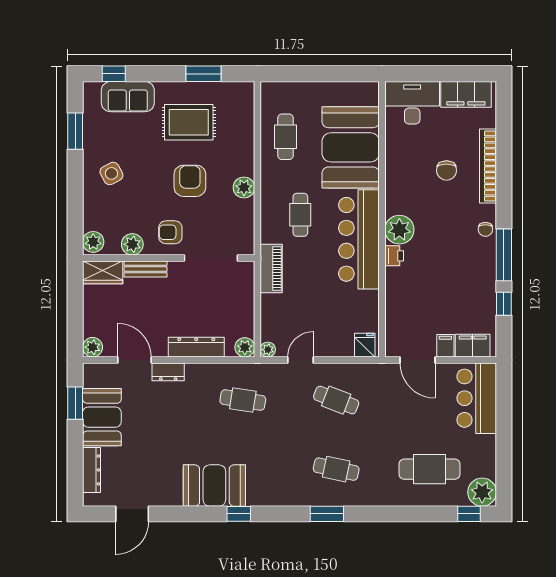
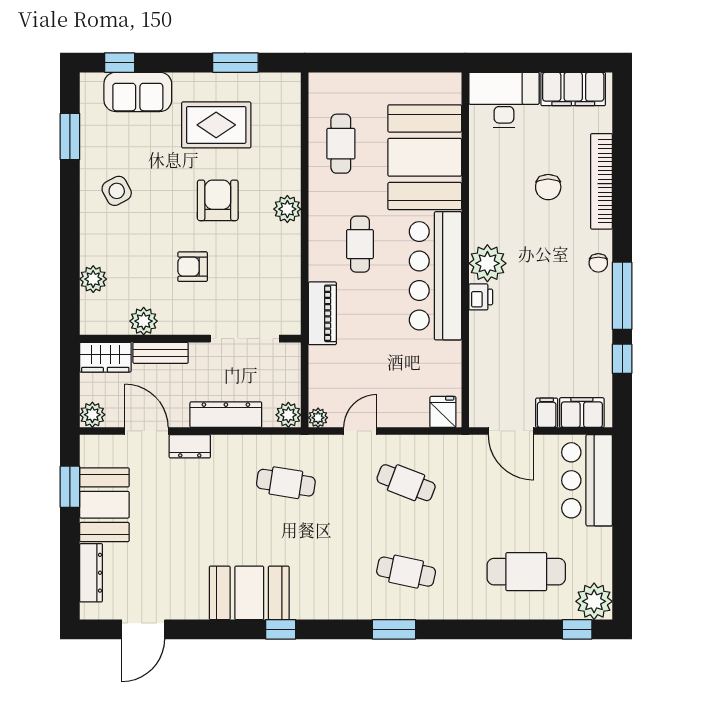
plant: (132, 244) -> (144, 321), moved
wall: (169, 258) -> (190, 339), moved
doorway: (211, 258) -> (245, 339), moved
bench: (146, 269) -> (161, 353), moved
wardrobe: (103, 272) -> (105, 357), moved

